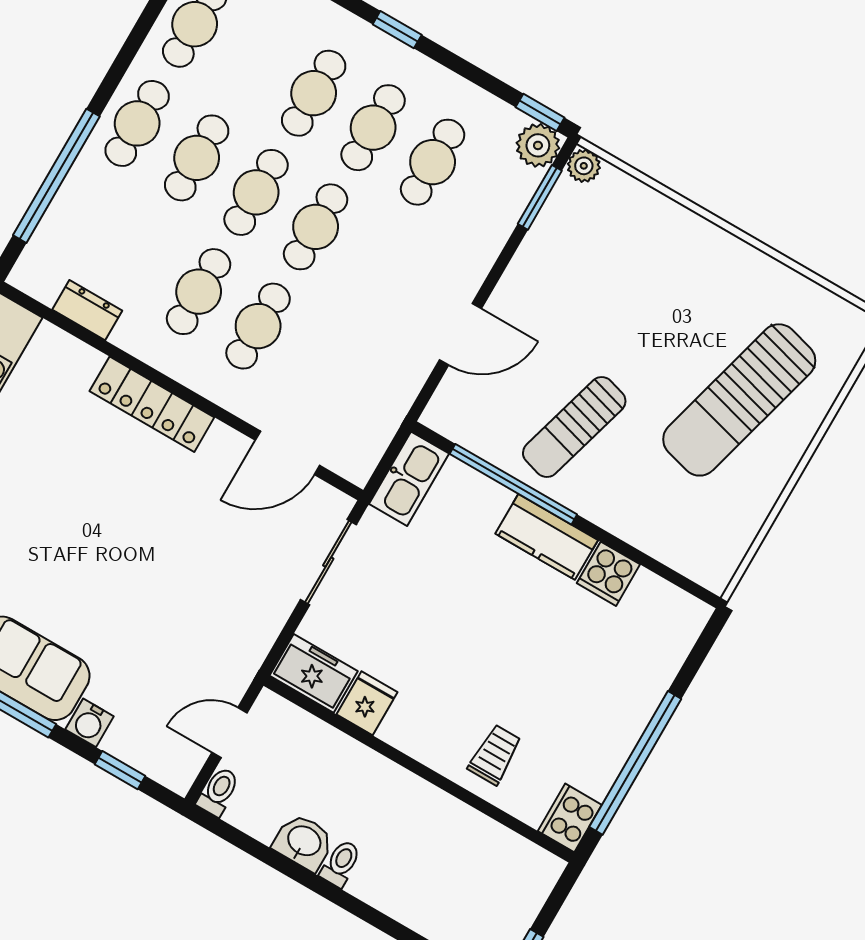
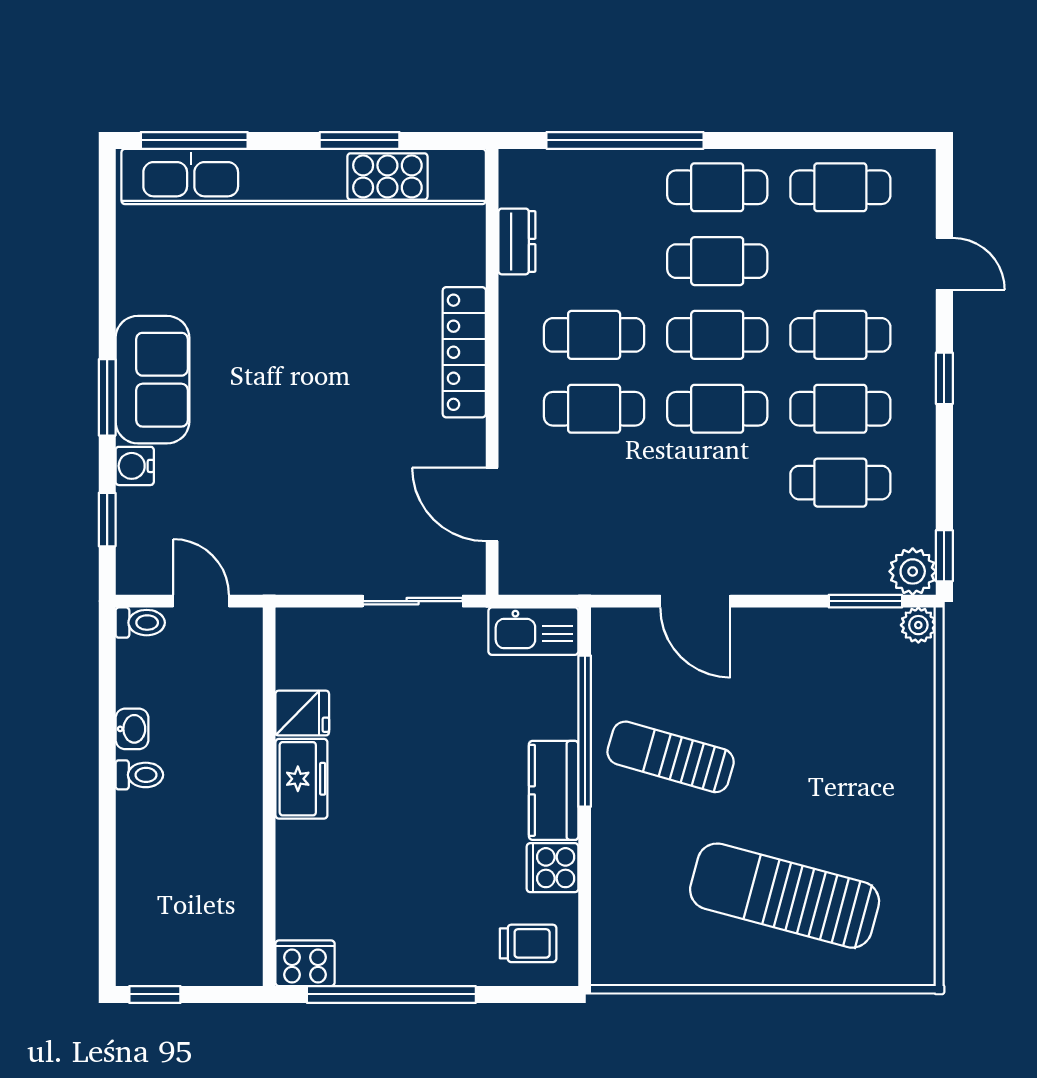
freezer: (314, 673) -> (301, 779), moved
trolley: (495, 755) -> (528, 943), moved
washbasin: (304, 842) -> (132, 729), width x0.72, depth x0.69

